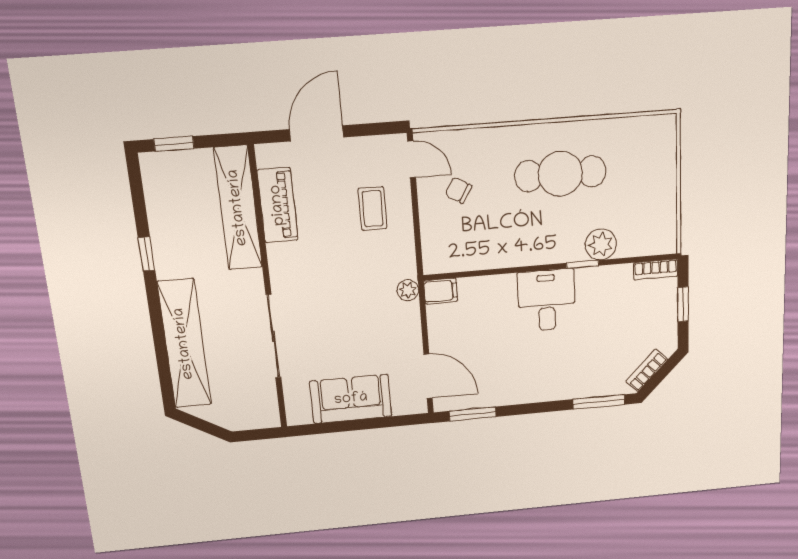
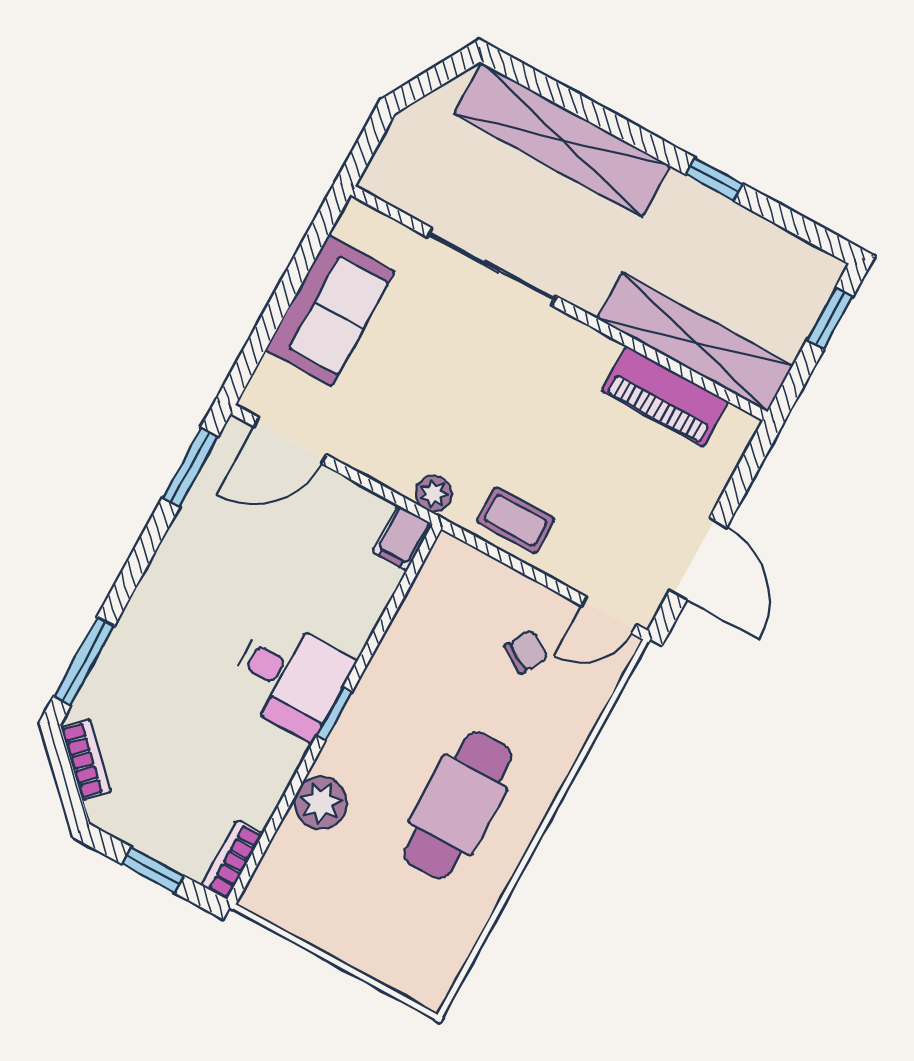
door: (317, 133) -> (698, 559), moved
coffee table: (373, 209) -> (516, 520), moved
window: (583, 264) -> (334, 714), moved

